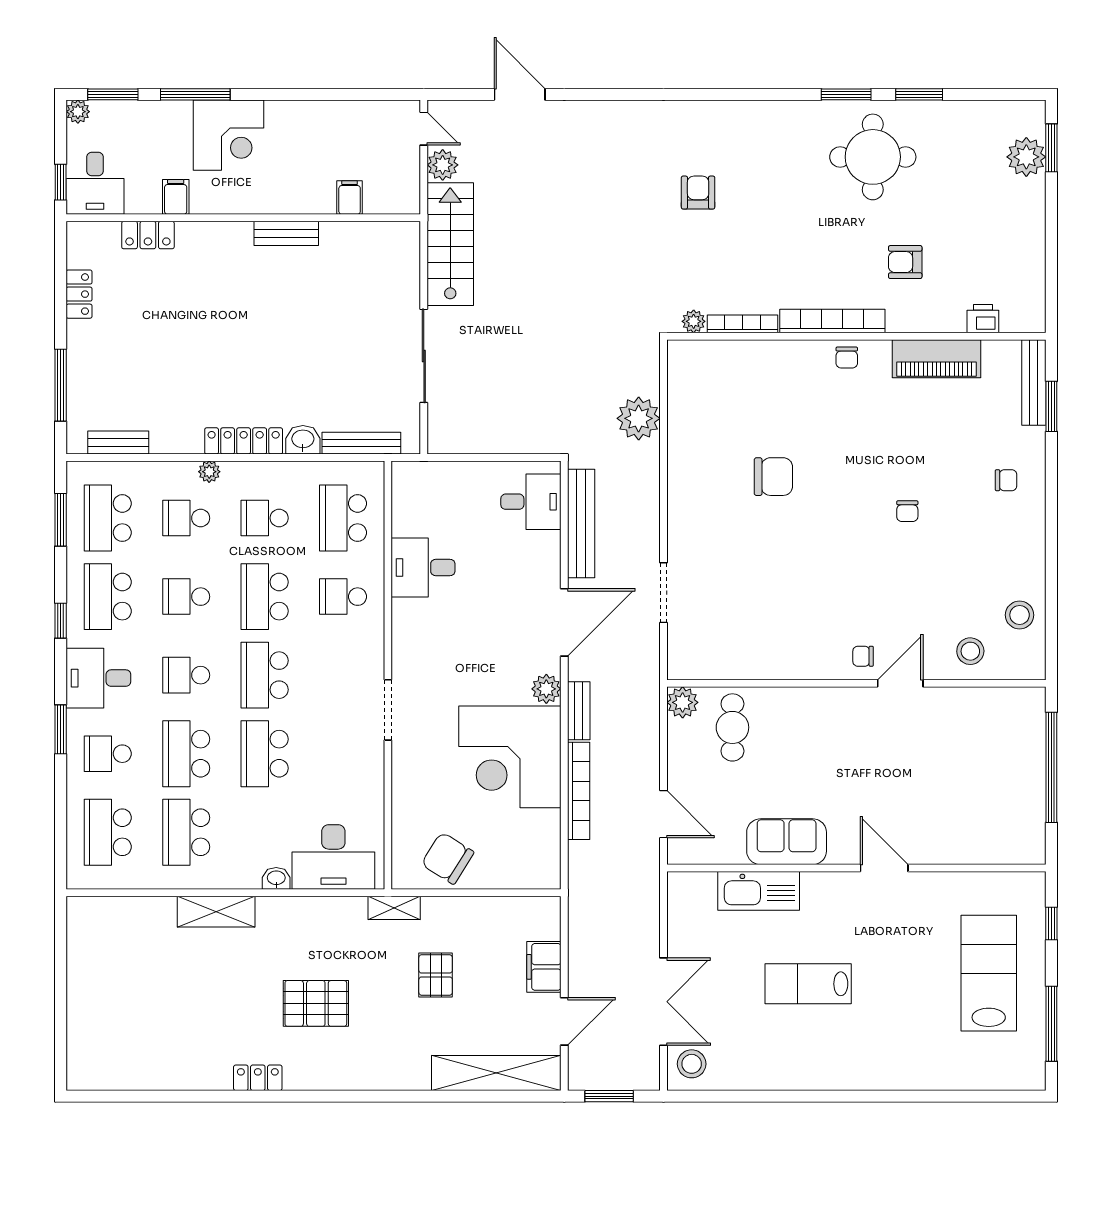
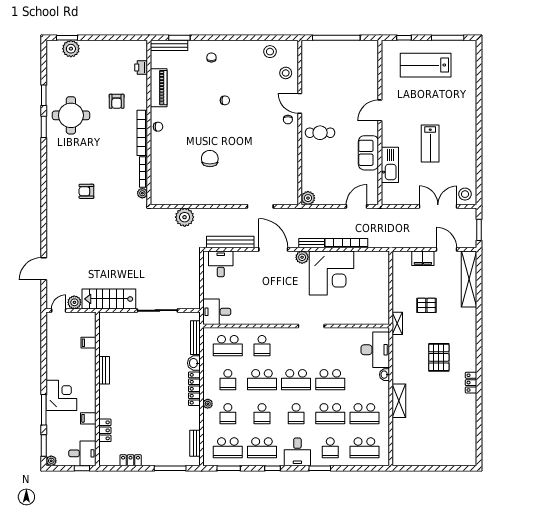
desk: (423, 567) -> (217, 312), moved, turned 90
cafe table: (732, 727) -> (320, 133), moved
chair: (448, 858) -> (376, 300), removed

